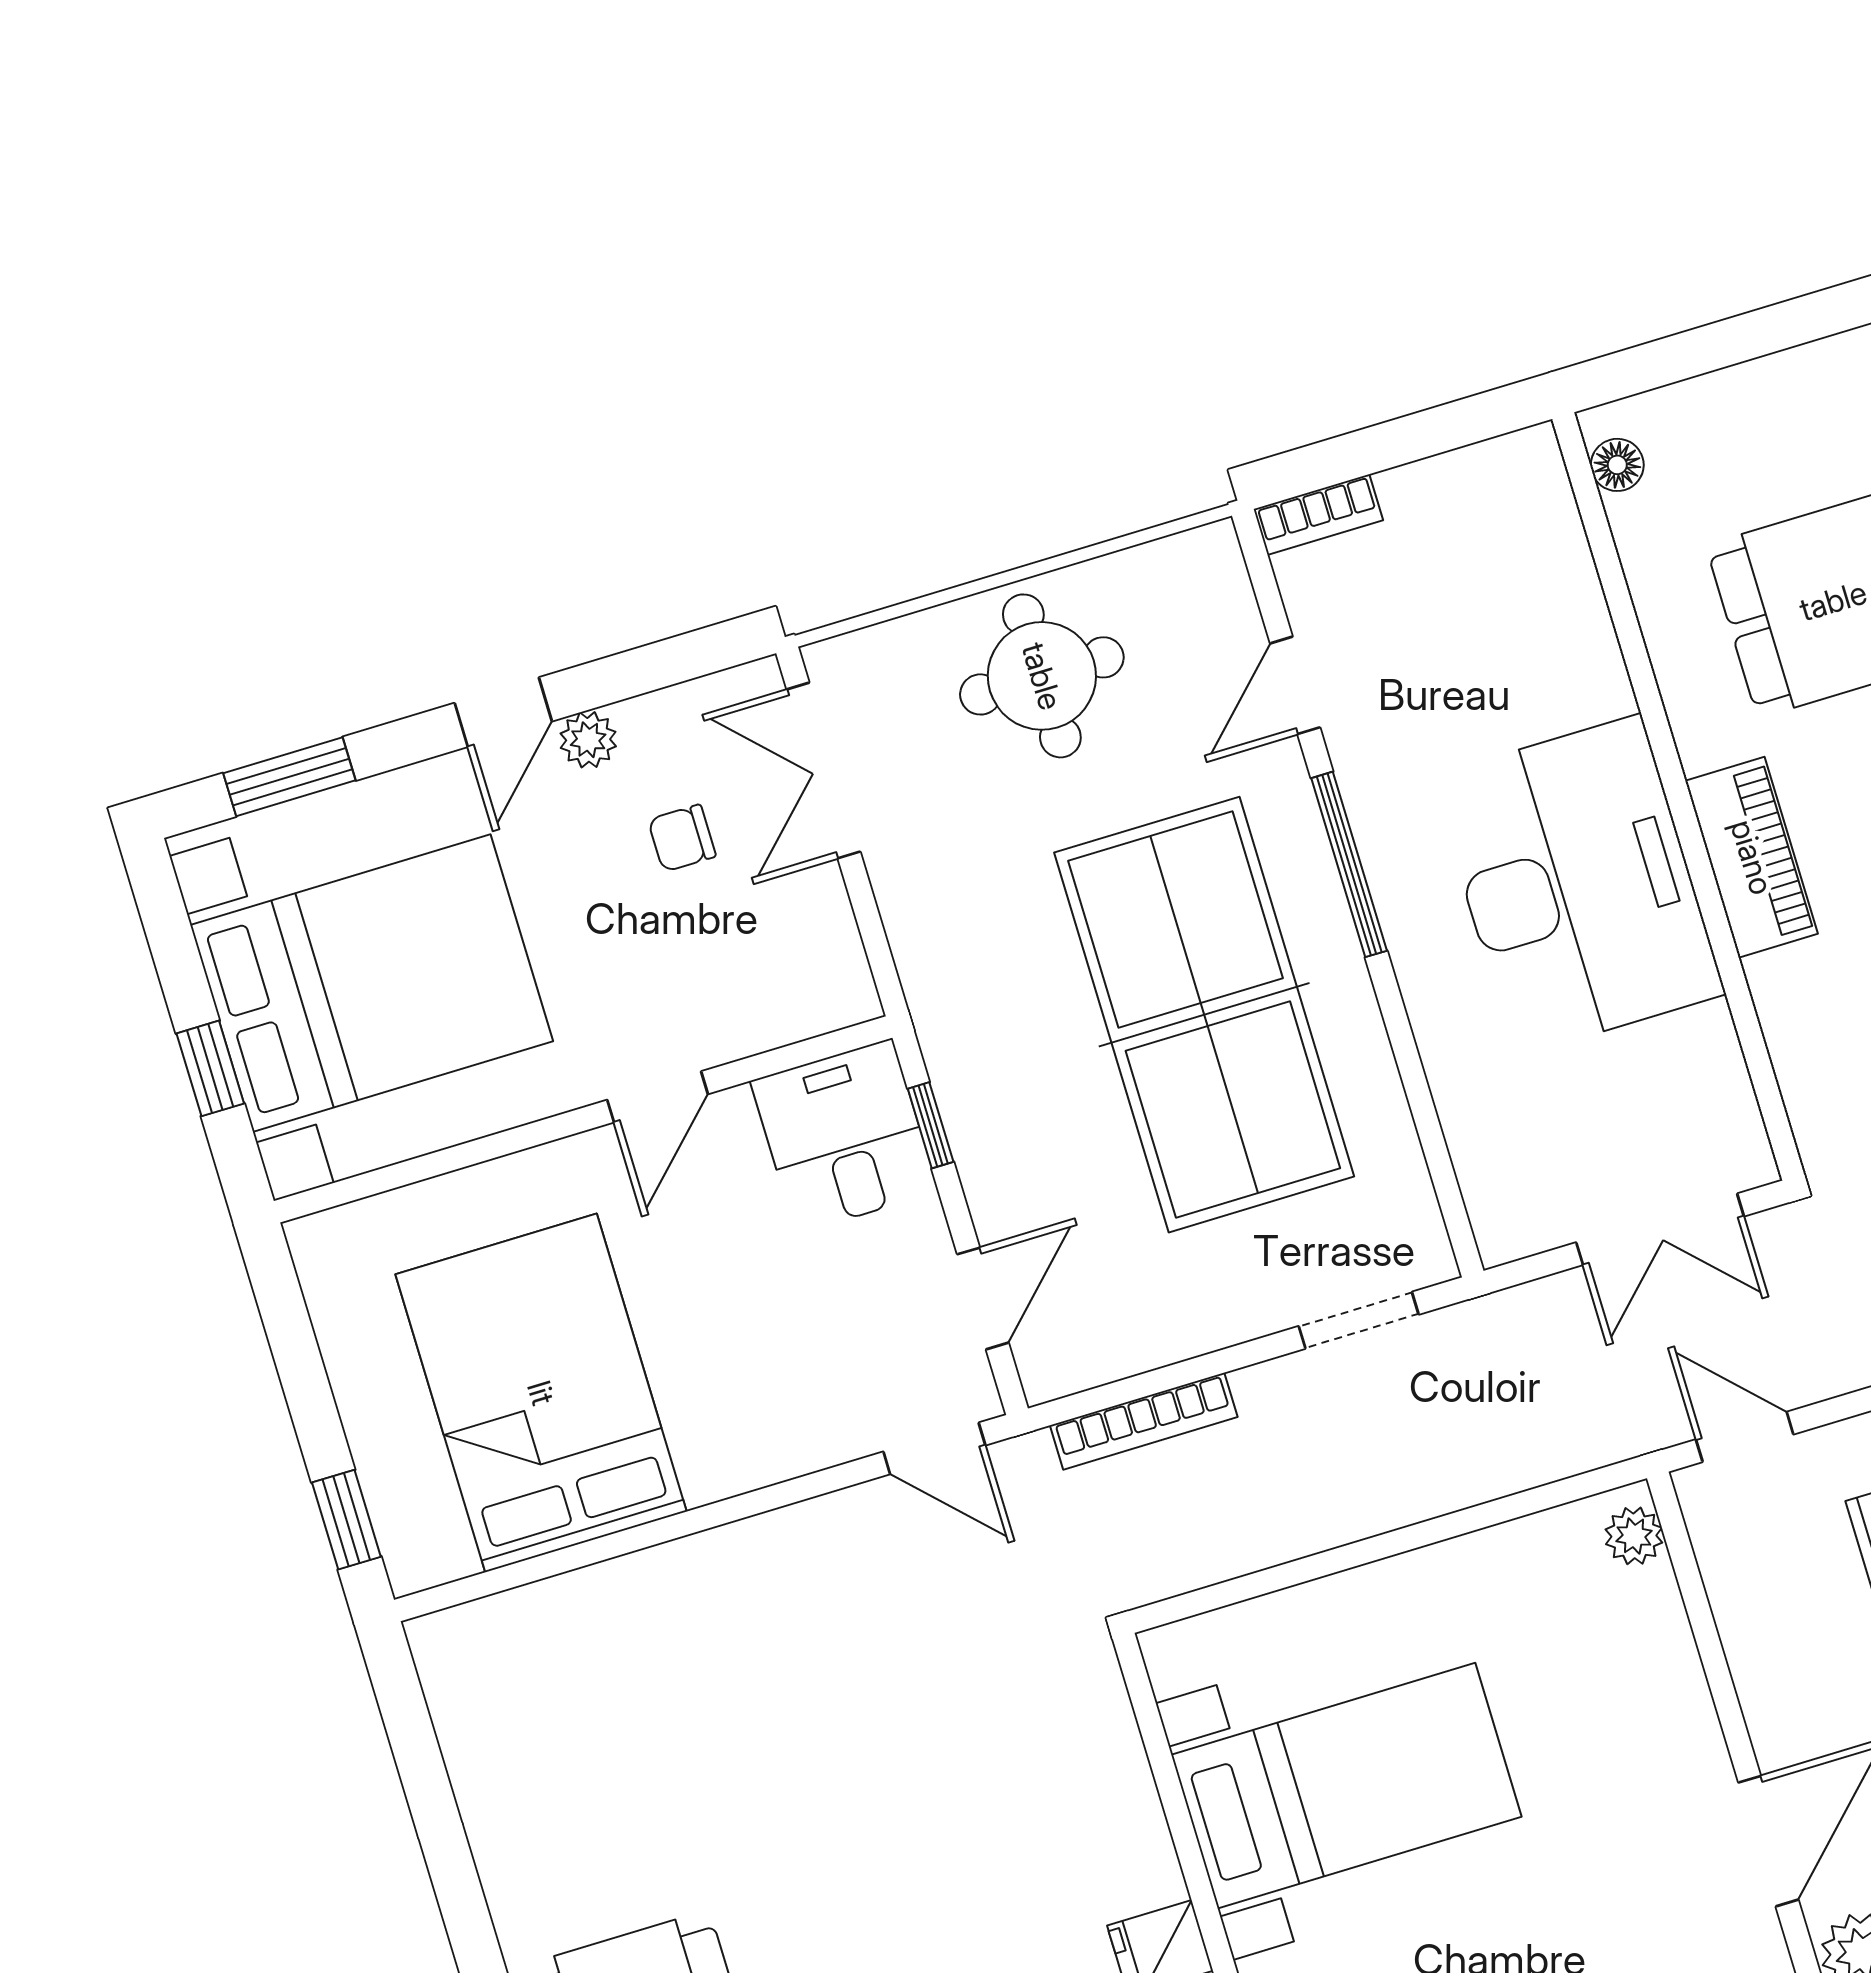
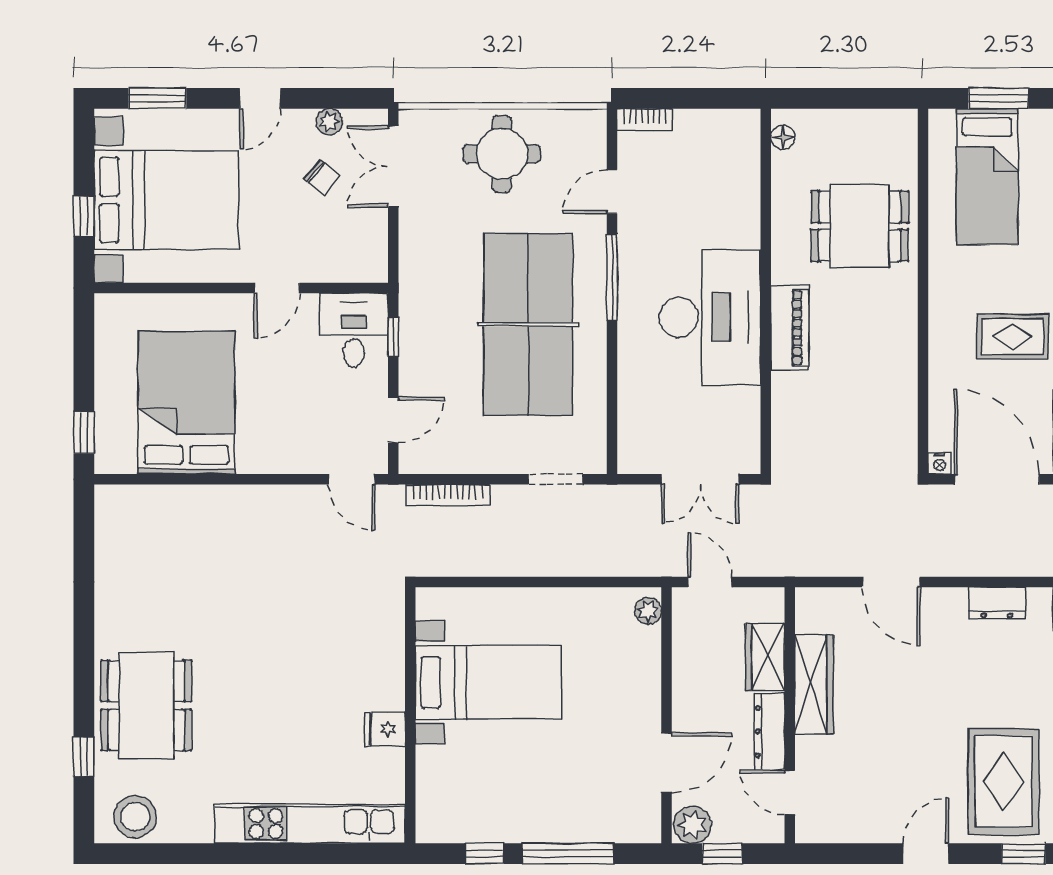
plant: (588, 740) -> (329, 122), moved
chair: (682, 838) -> (322, 177), turned -139

